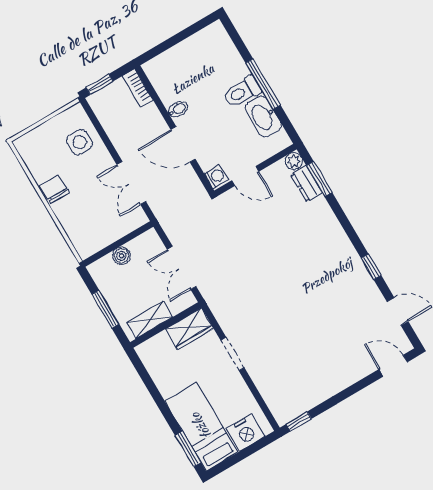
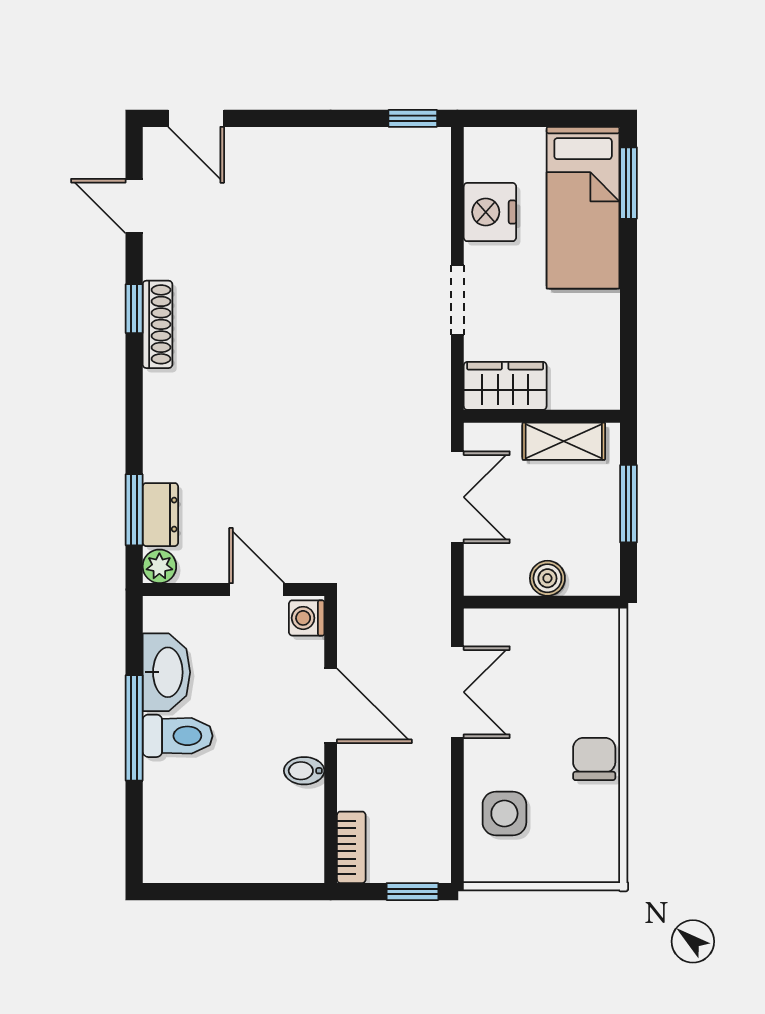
chair: (54, 189) -> (594, 759), turned 180
shoe rack: (357, 266) -> (157, 324), added
nightstand: (246, 433) -> (490, 212), moved, turned -90

